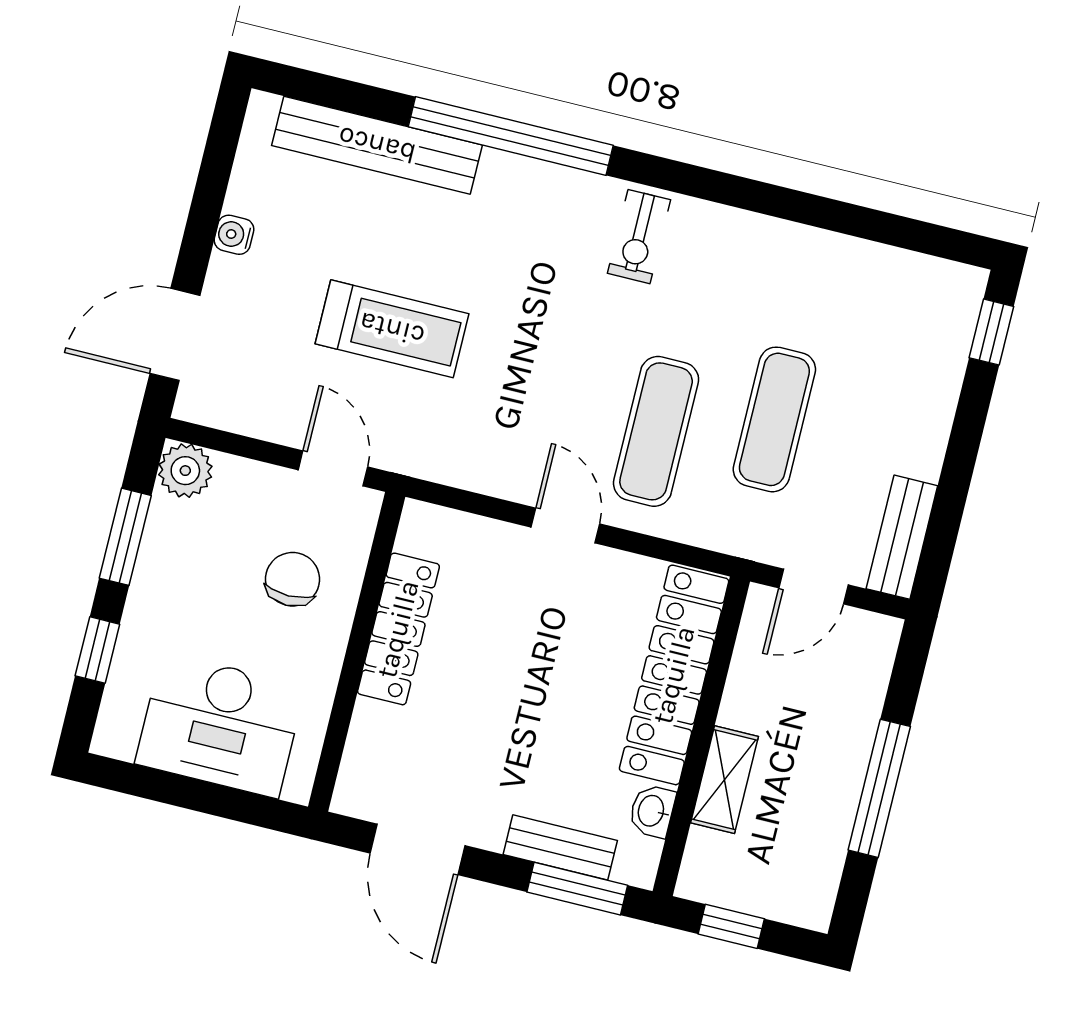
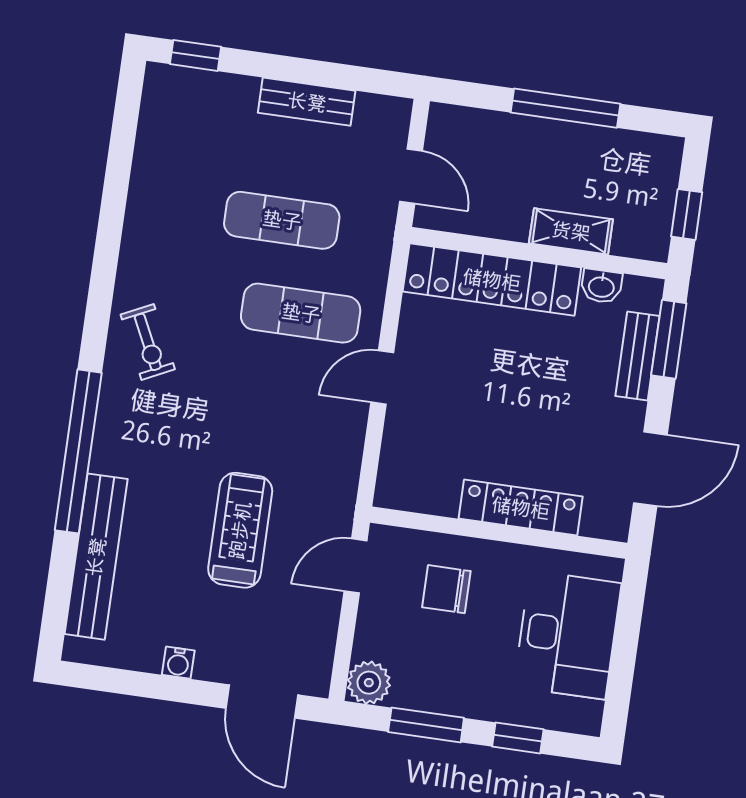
exercise bike: (639, 237) -> (148, 342), turned 64
bench: (902, 537) -> (307, 102), moved
locker: (398, 629) -> (521, 508), moved

